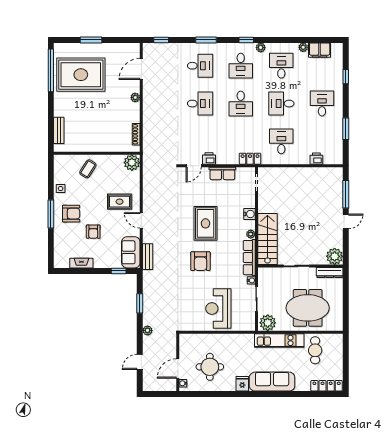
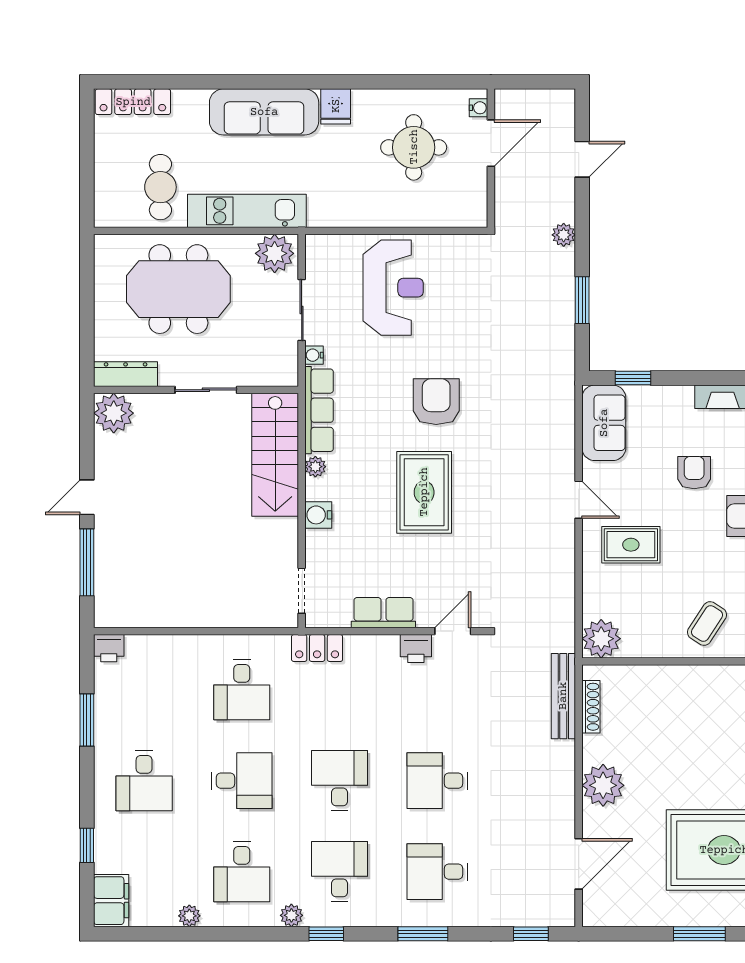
filing cabinet: (320, 50) -> (111, 901), moved, turned 90
plant: (135, 97) -> (603, 785), width x1.88, depth x1.88
printer: (316, 159) -> (109, 648), moved
bench: (148, 257) -> (563, 696), moved, width x1.36

